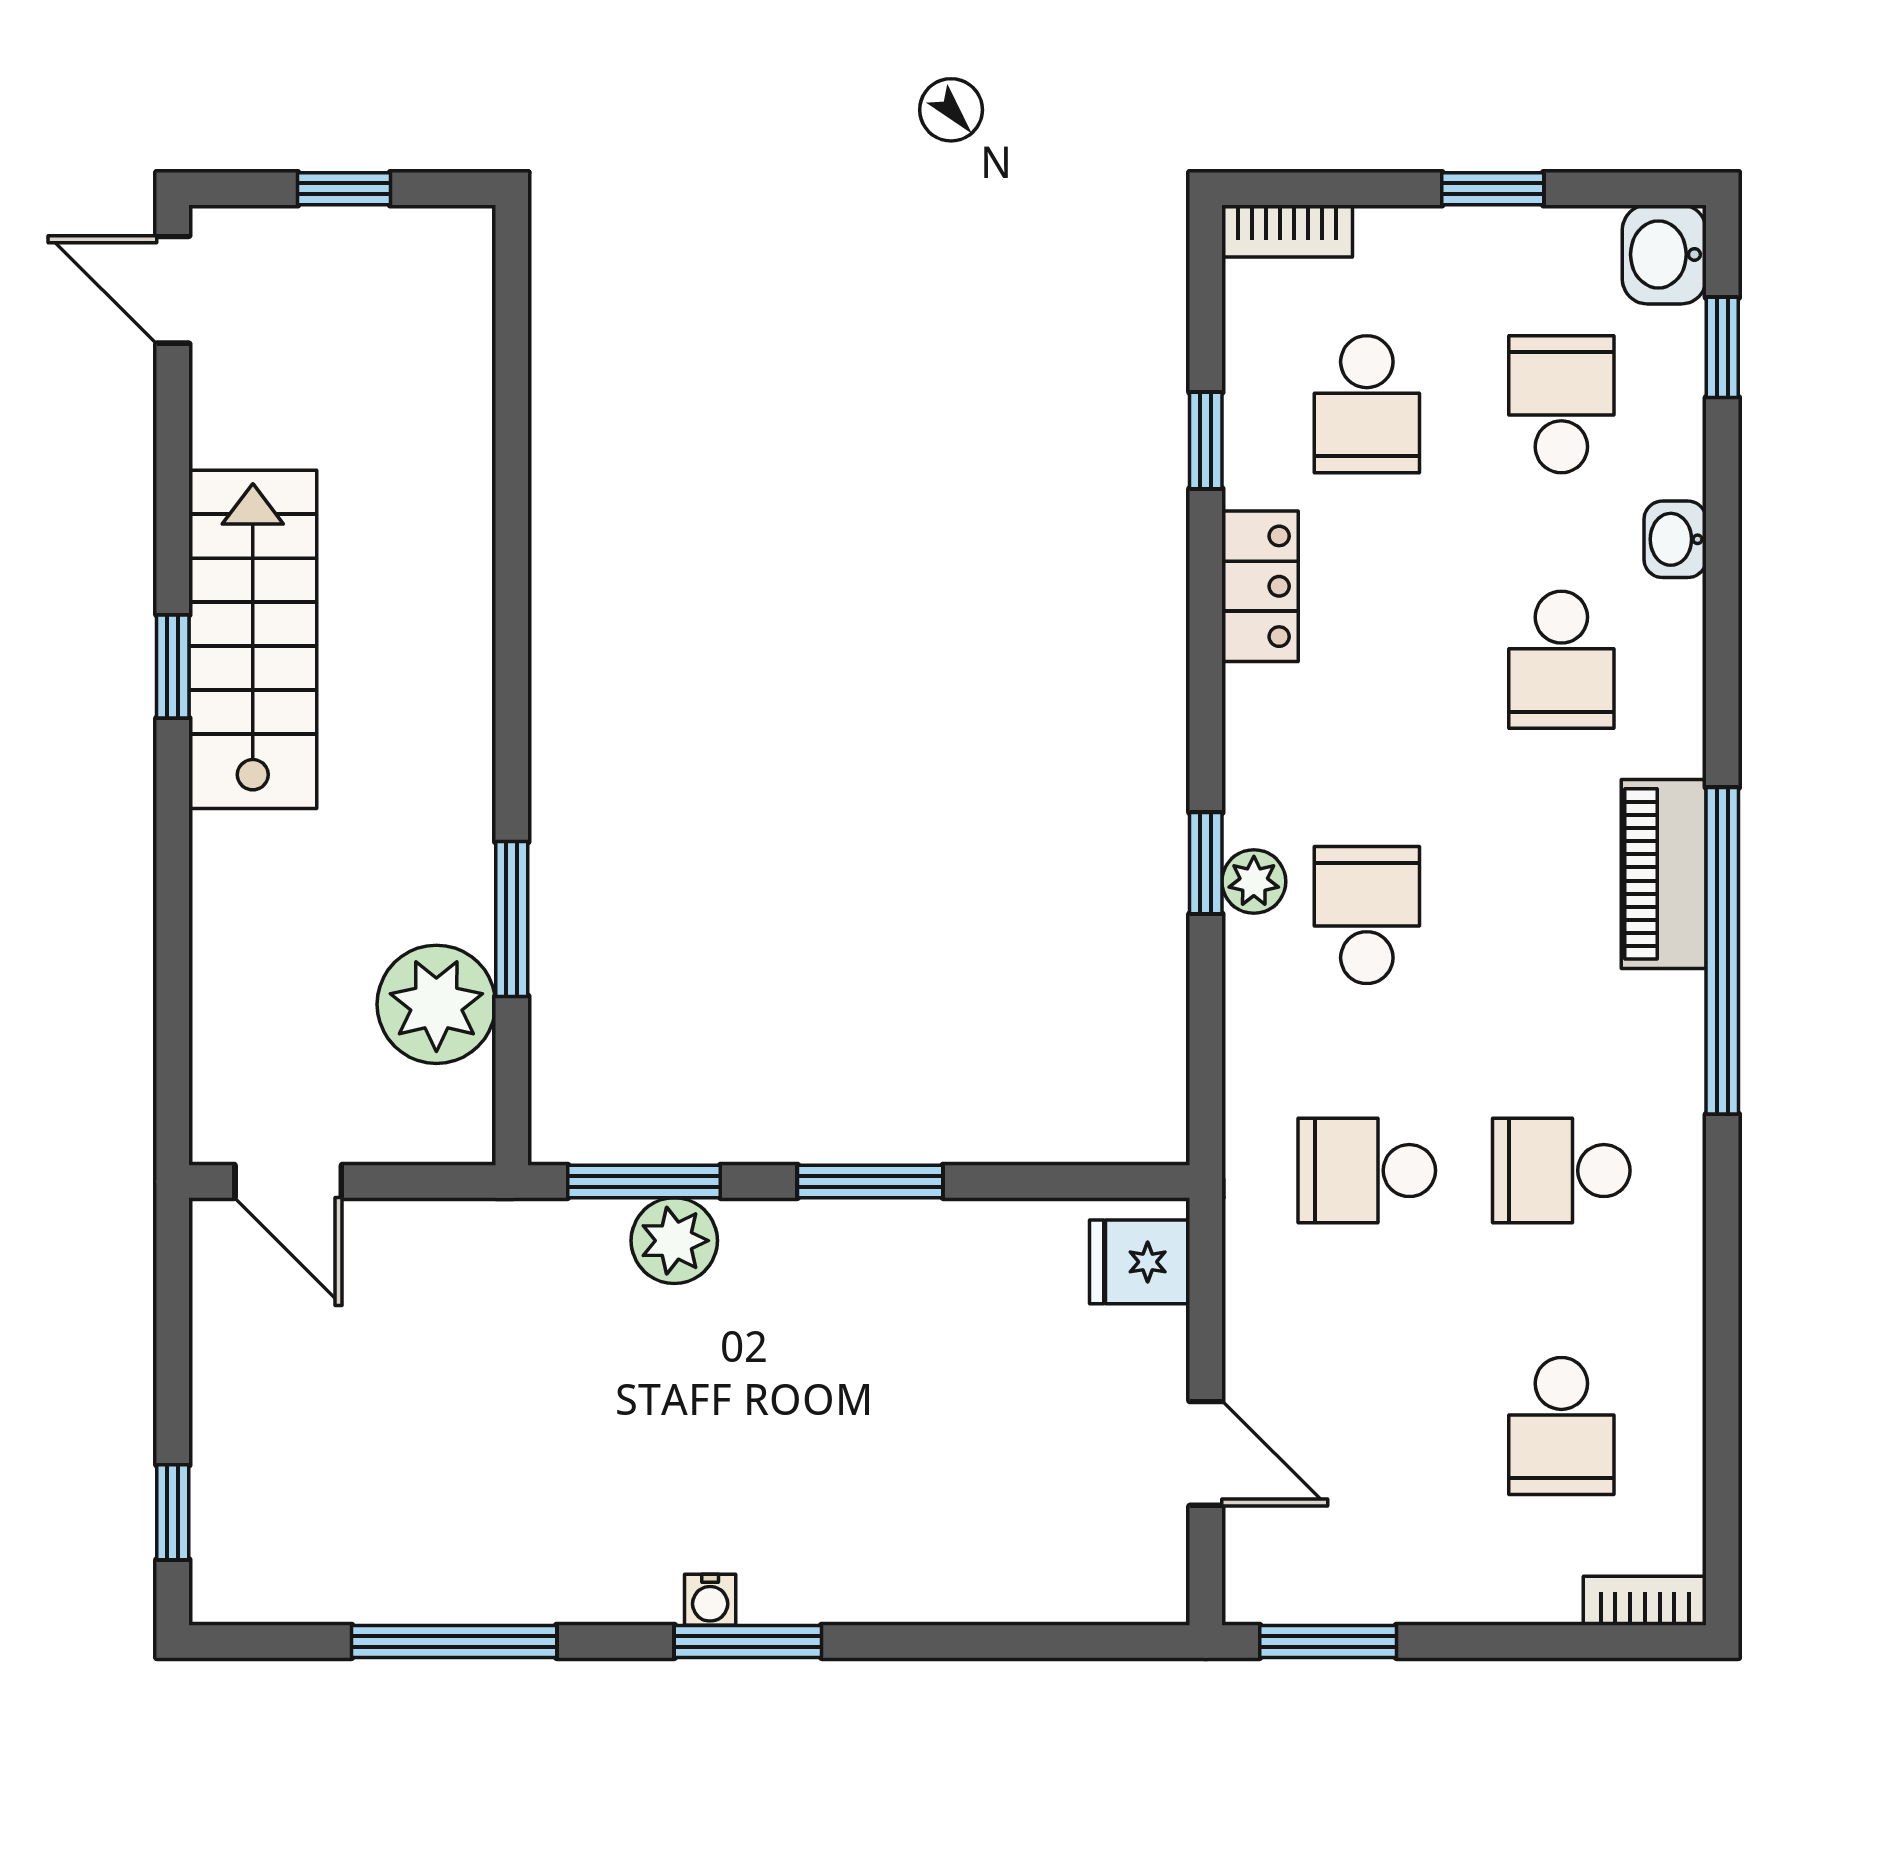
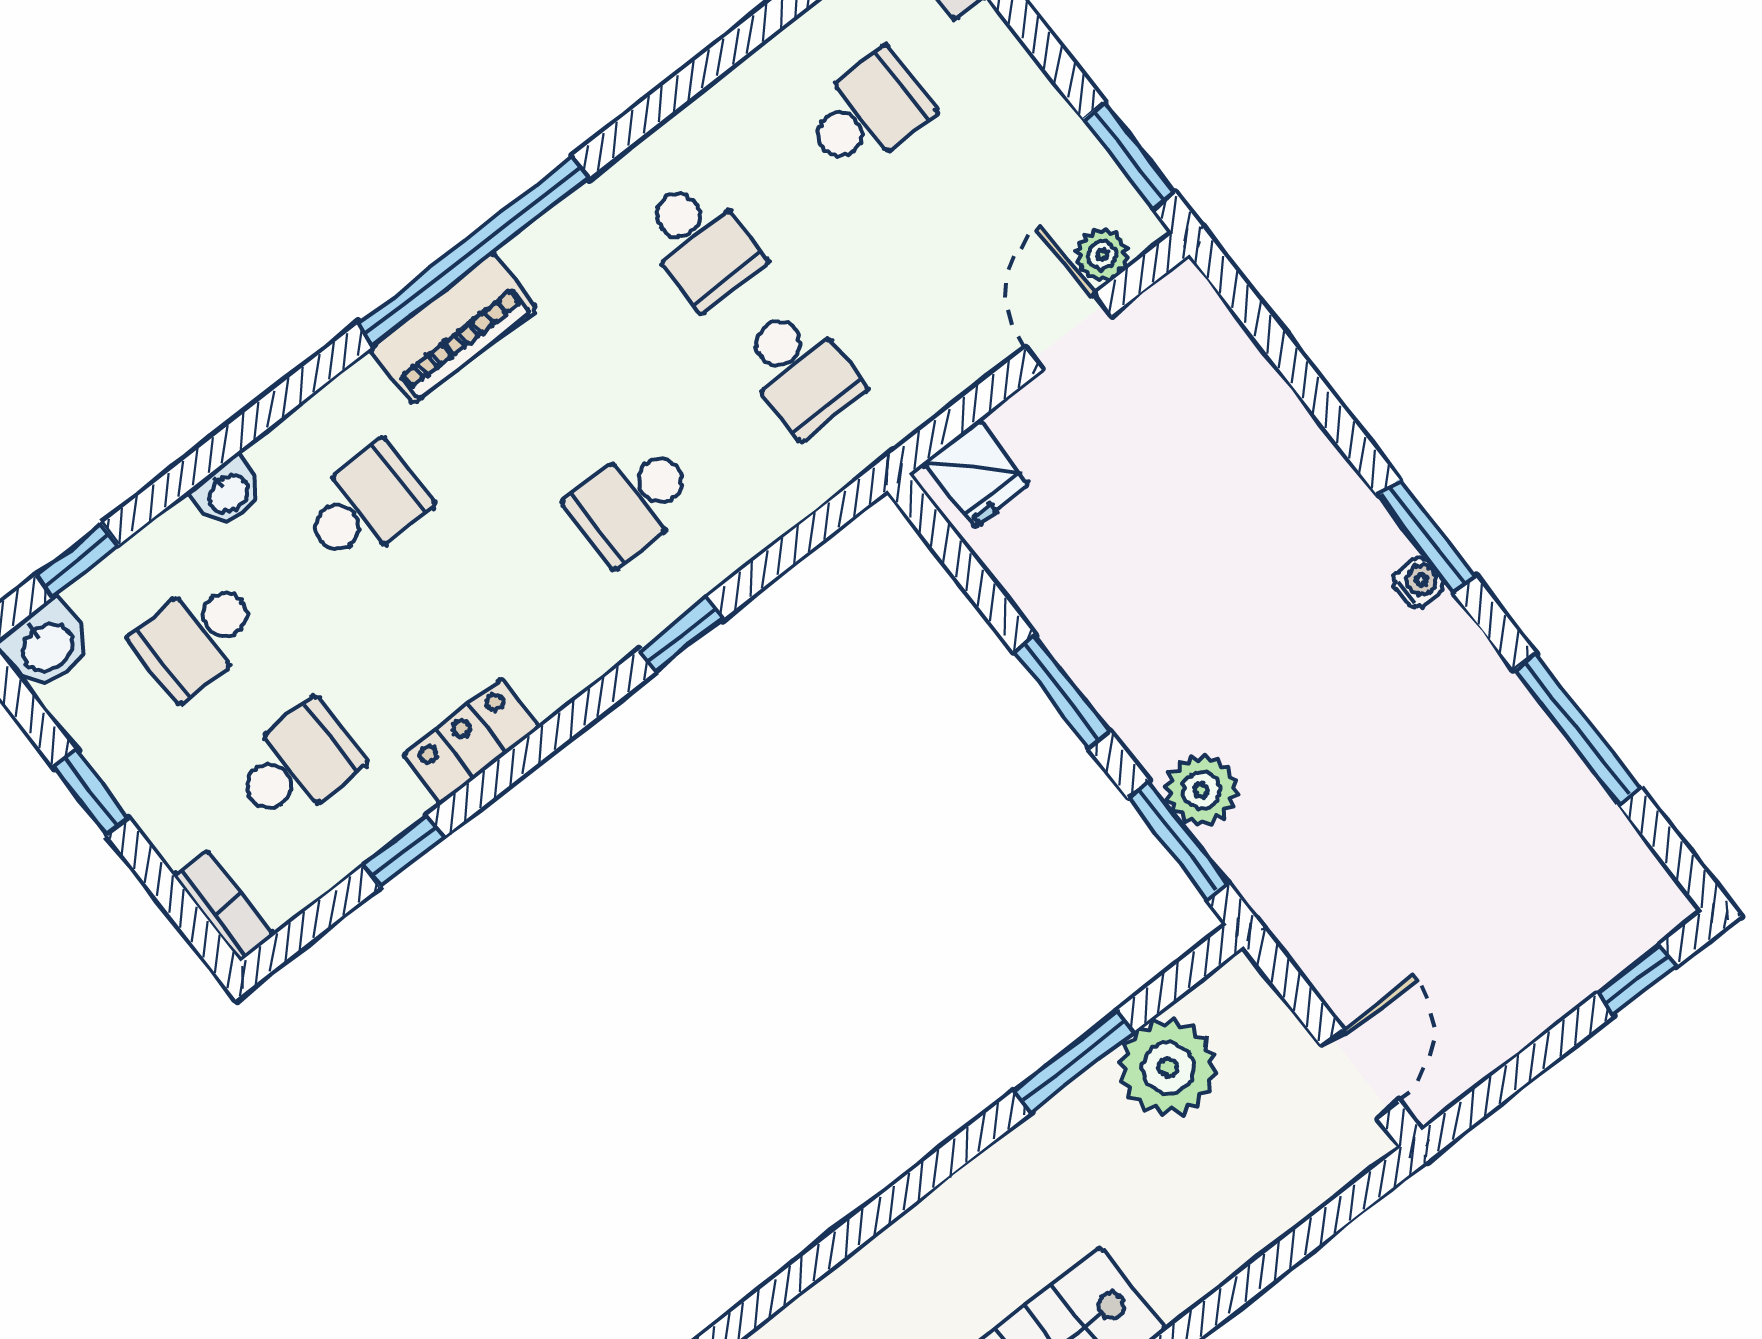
plant: (1254, 882) -> (1102, 255), moved

